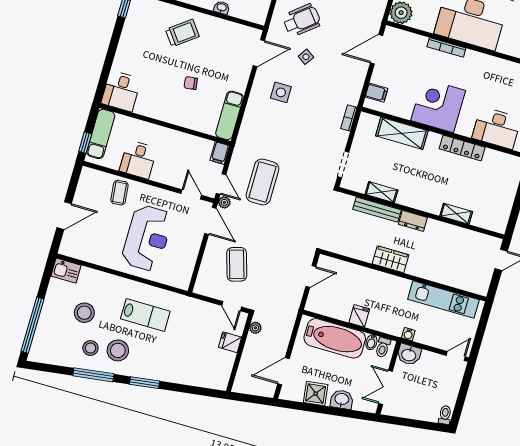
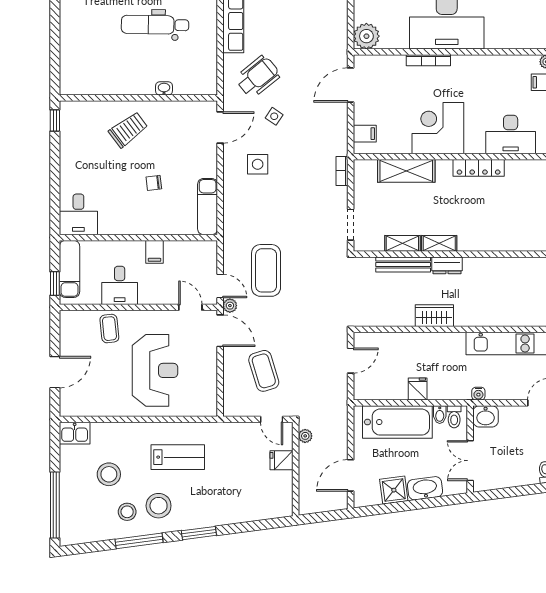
filing cabinet: (220, 153) -> (154, 252), moved
shelving: (456, 214) -> (439, 243), moved
washbasin: (342, 399) -> (425, 488), width x1.38

